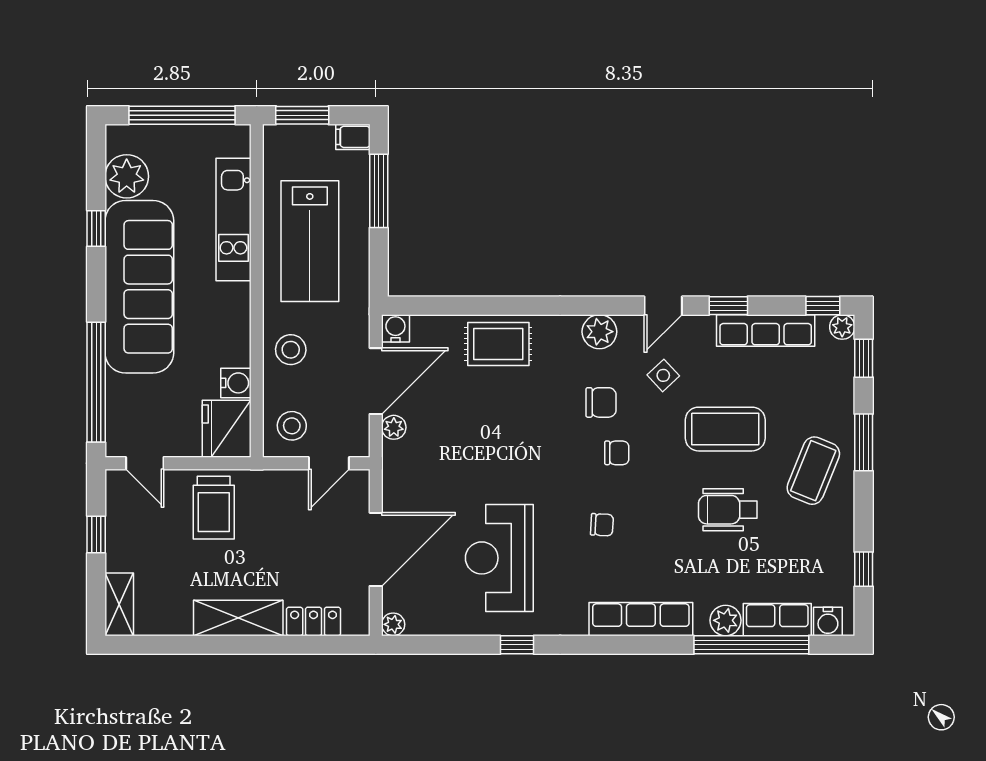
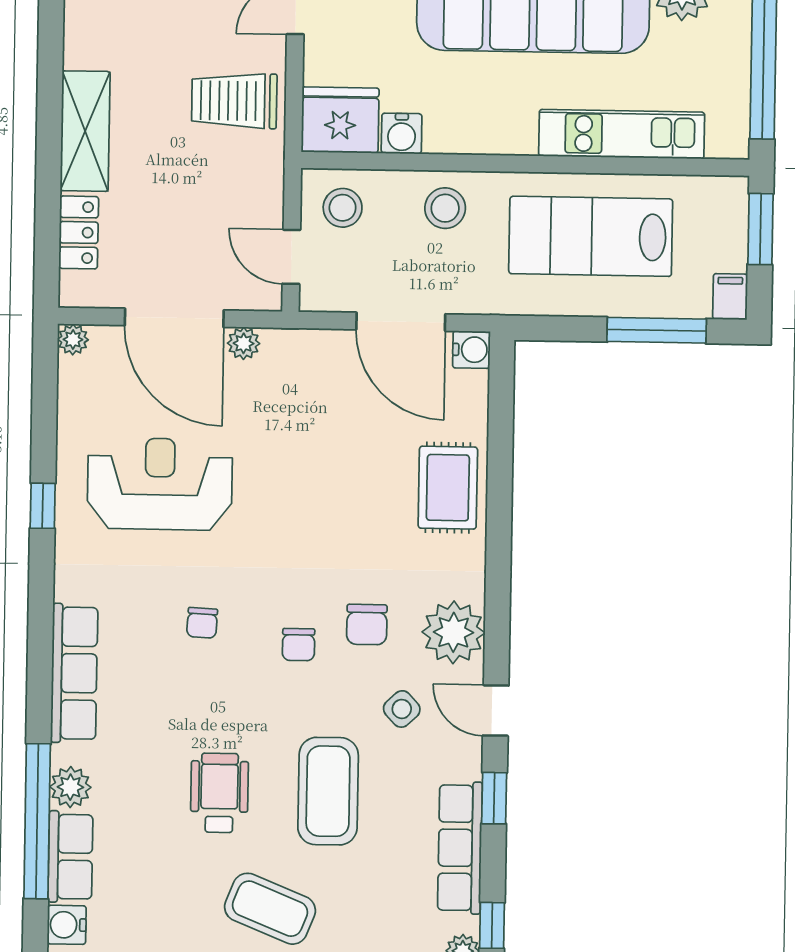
plant: (599, 332) -> (454, 632), width x1.36, depth x1.36
plant: (394, 427) -> (244, 343), moved

